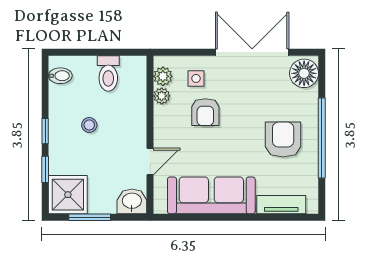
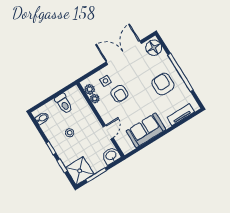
sofa: (211, 195) -> (146, 130), width x0.73

